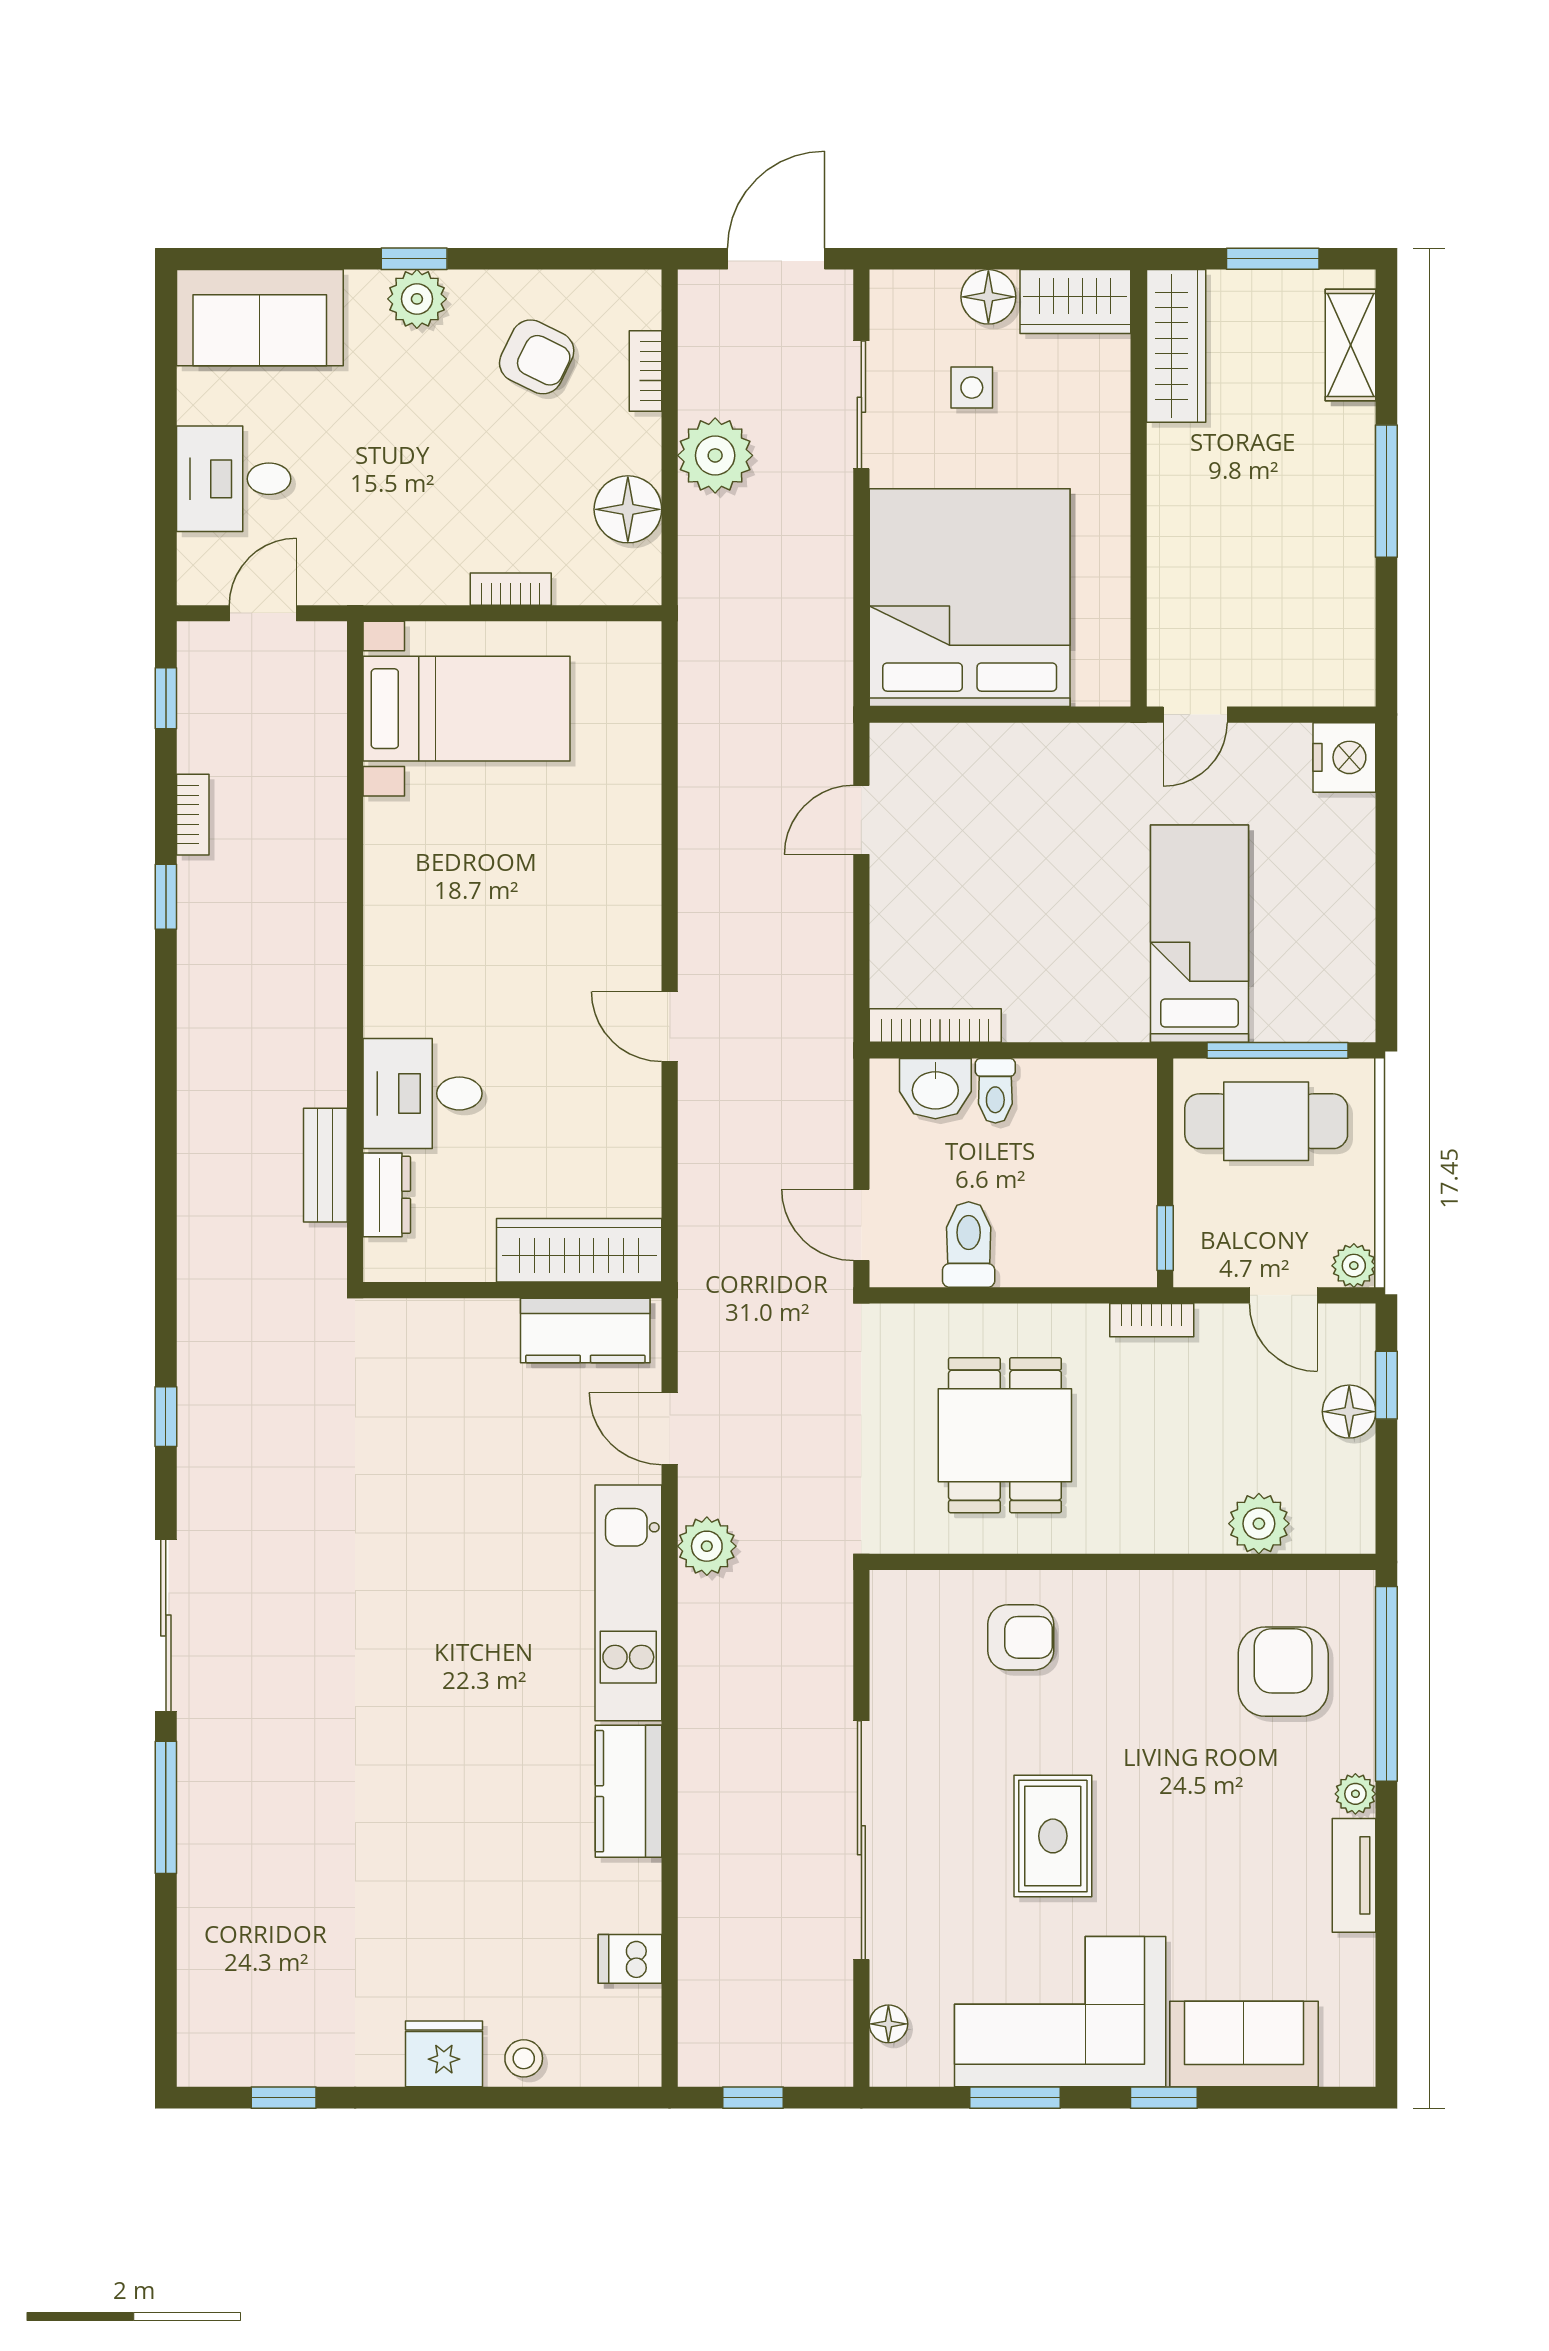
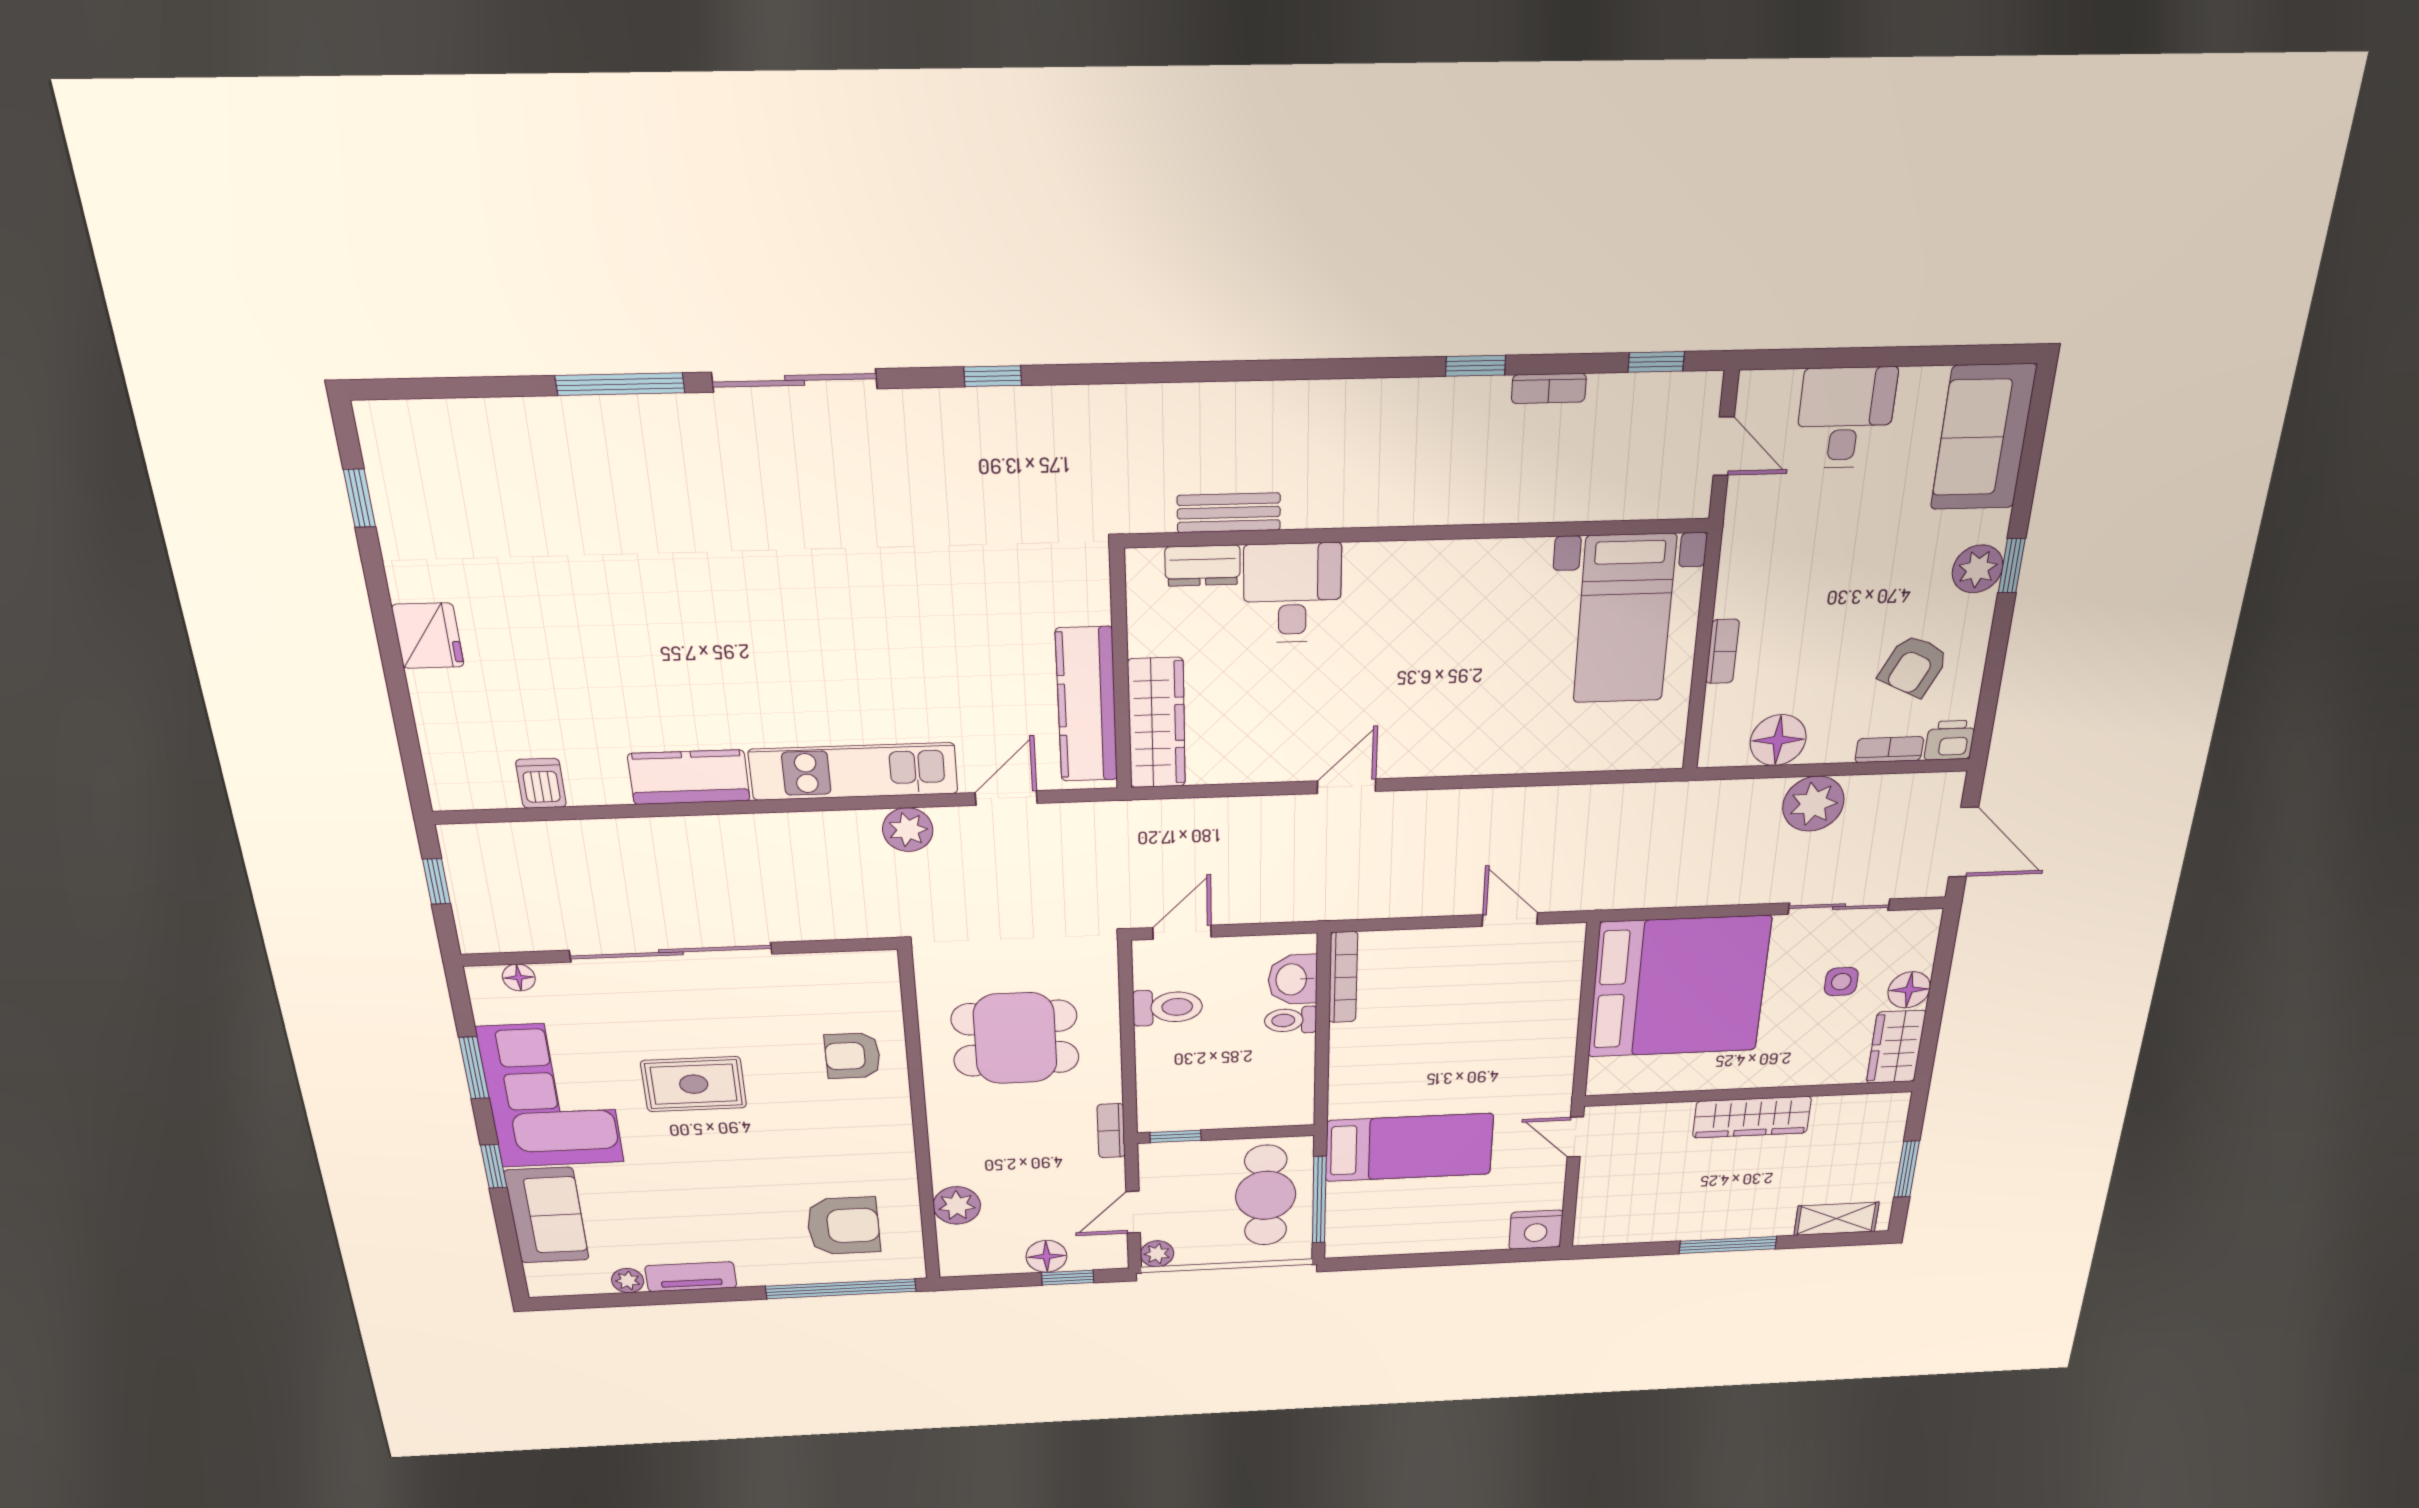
printer: (636, 298) -> (1950, 740), added
wardrobe: (1176, 346) -> (1752, 1117), moved
kitchen counter: (585, 1330) -> (1087, 705), width x1.50
armchair: (1021, 1637) -> (853, 1056), turned 90
plant: (1355, 1794) -> (628, 1281), moved
stool: (524, 2058) -> (436, 702), removed

